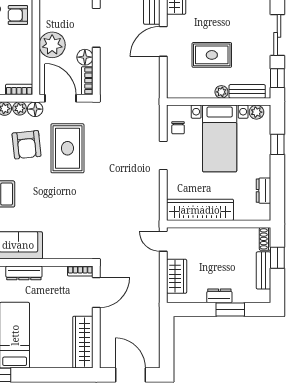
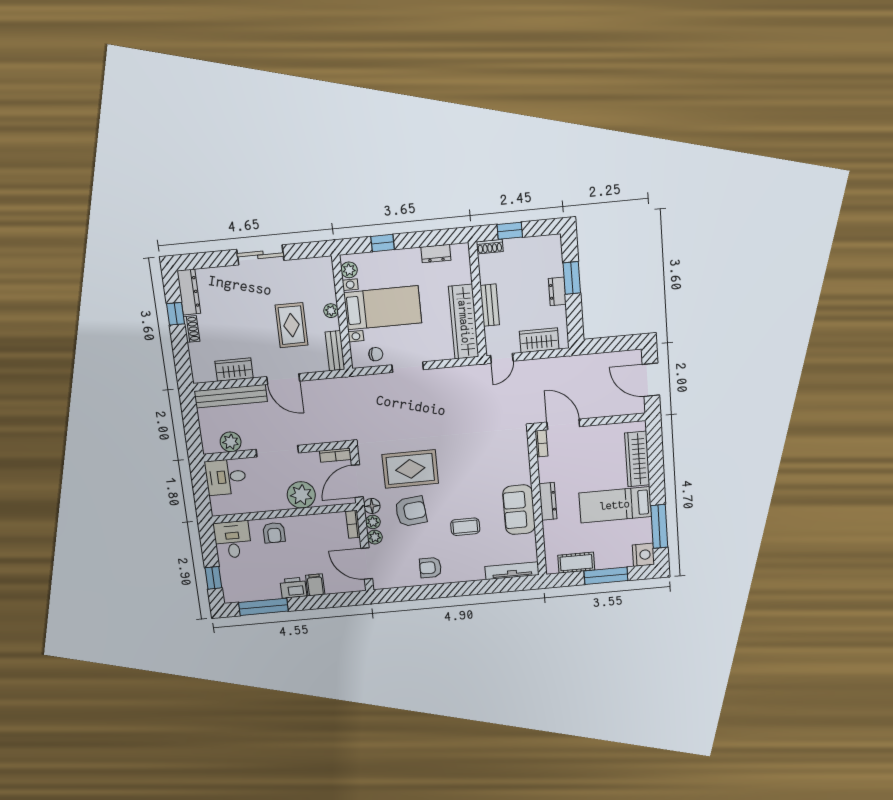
floor lamp: (85, 57) -> (310, 460), removed
window: (277, 78) -> (309, 250), removed
bench: (247, 91) -> (335, 351), moved
bench: (263, 270) -> (490, 305), moved, turned 90
wardrobe: (83, 342) -> (637, 459), moved, turned 90
door: (130, 375) -> (651, 380), hinge flipped

